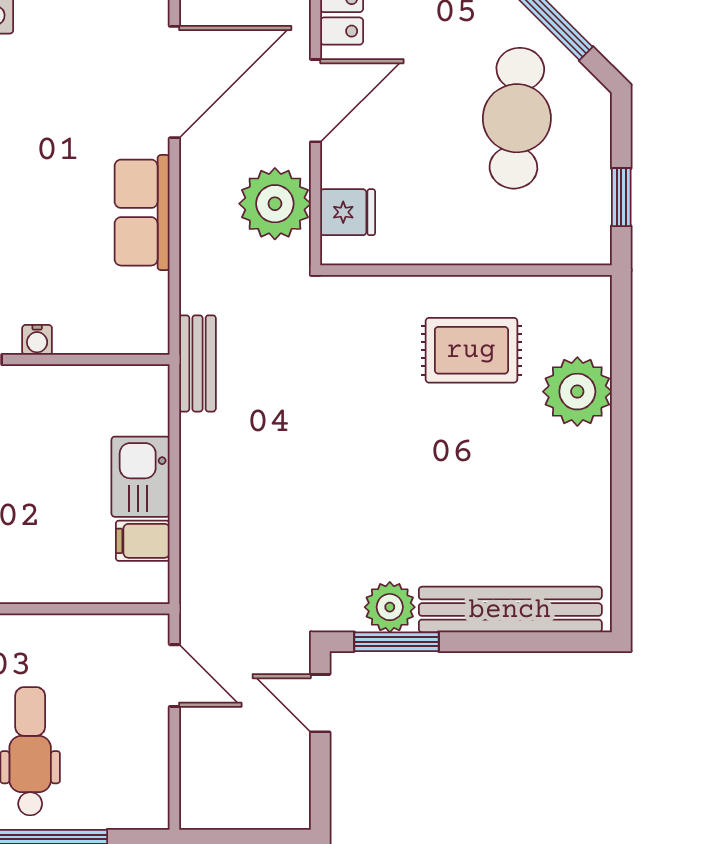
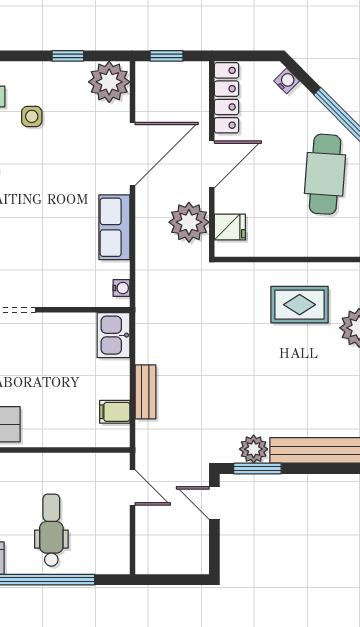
water cooler: (37, 340) -> (121, 288), moved, turned -90
bench: (197, 363) -> (145, 392), moved
kitchen sink: (141, 477) -> (113, 335), moved

